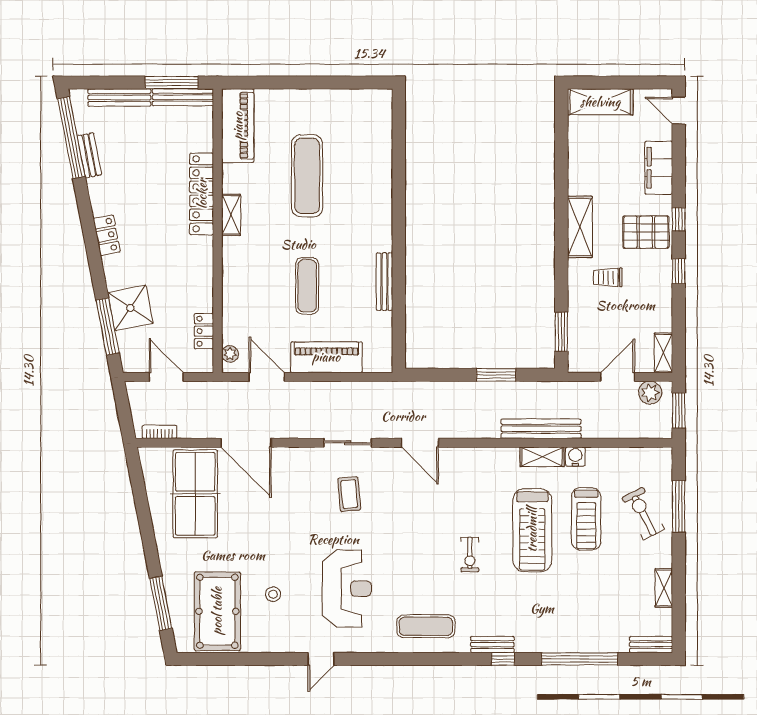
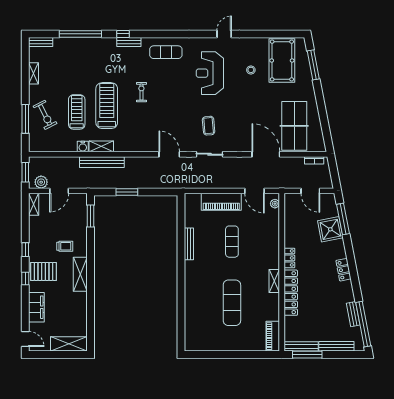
piano: (238, 126) -> (273, 336), width x0.73, depth x0.75
locker: (204, 331) -> (289, 258), moved

